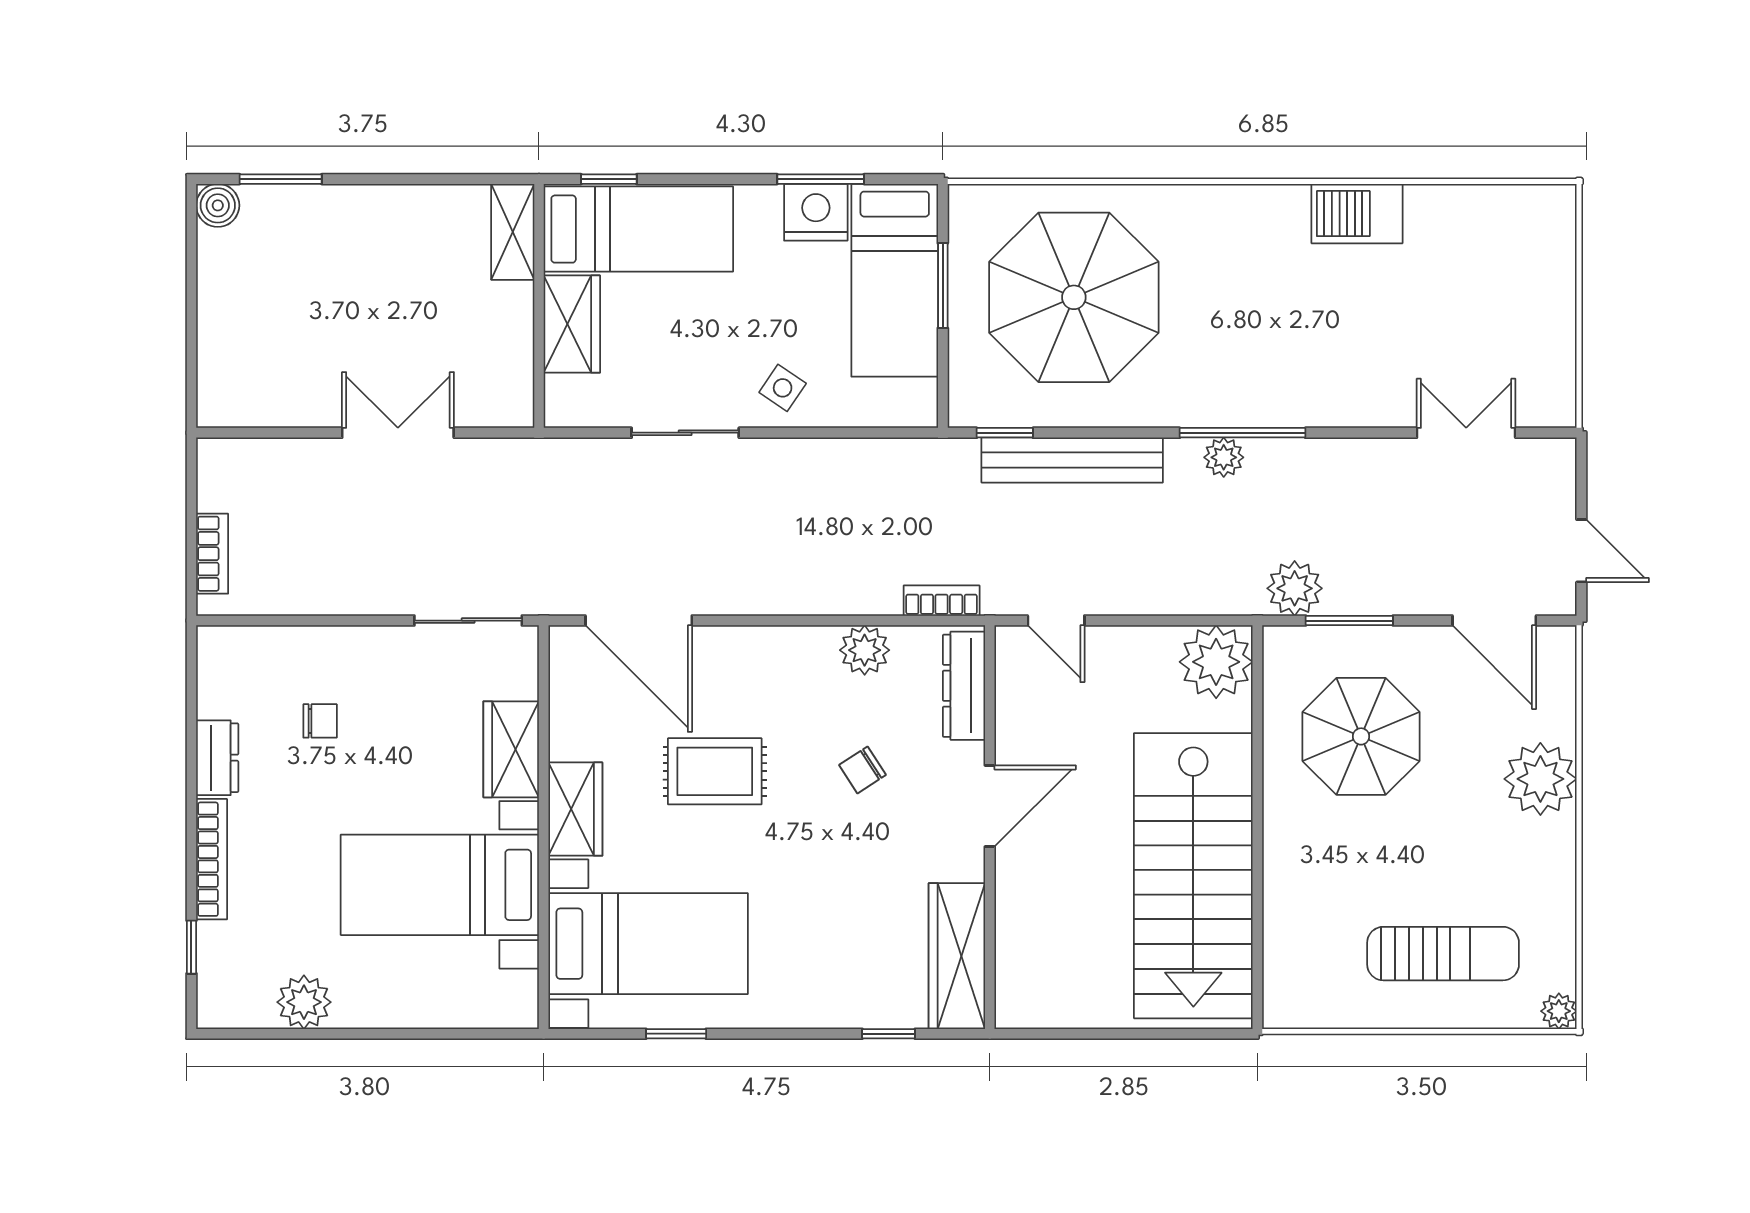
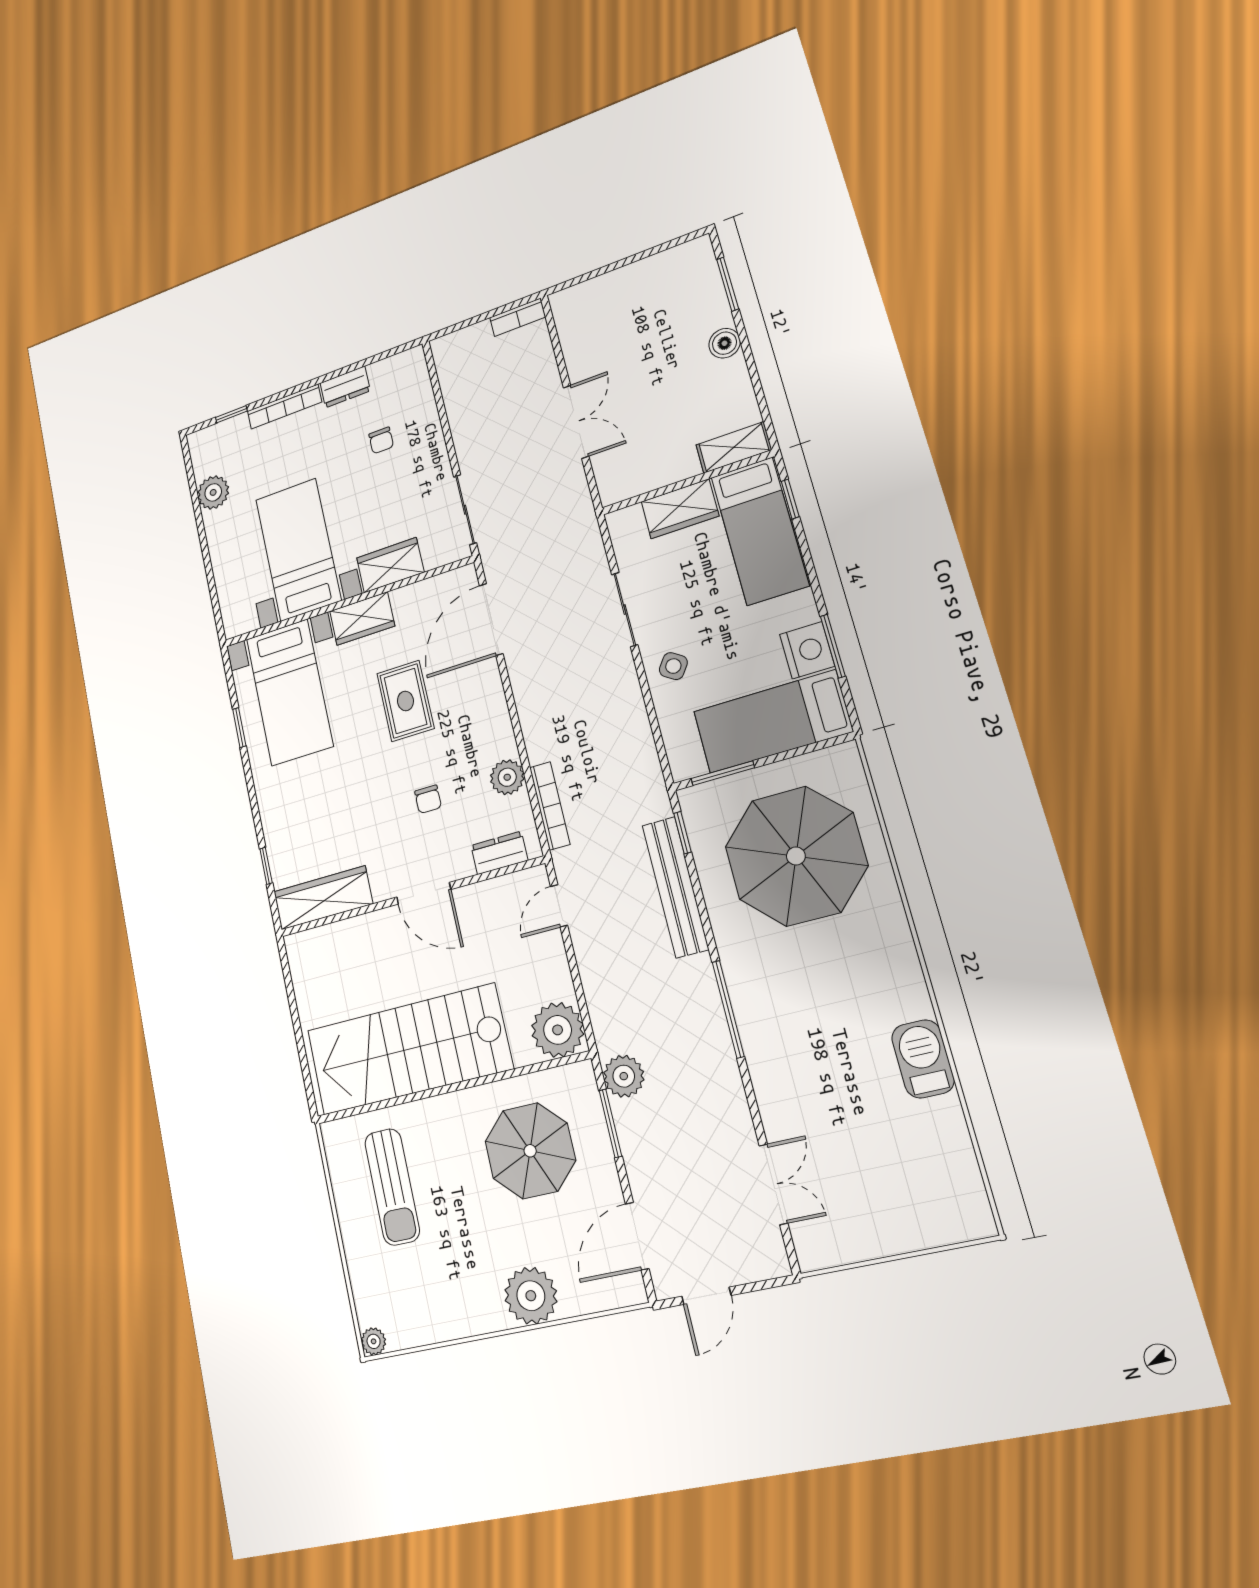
boiler: (218, 205) -> (725, 343), moved
window: (943, 286) -> (723, 773), moved
plant: (1224, 457) -> (706, 999), removed
bookcase: (212, 554) -> (518, 317), moved
bookcase: (942, 601) -> (550, 806), width x1.56
dresser: (964, 686) -> (499, 853), width x0.70
chair: (863, 770) -> (428, 799), turned -147
sun lounger: (1443, 954) -> (392, 1187), moved

